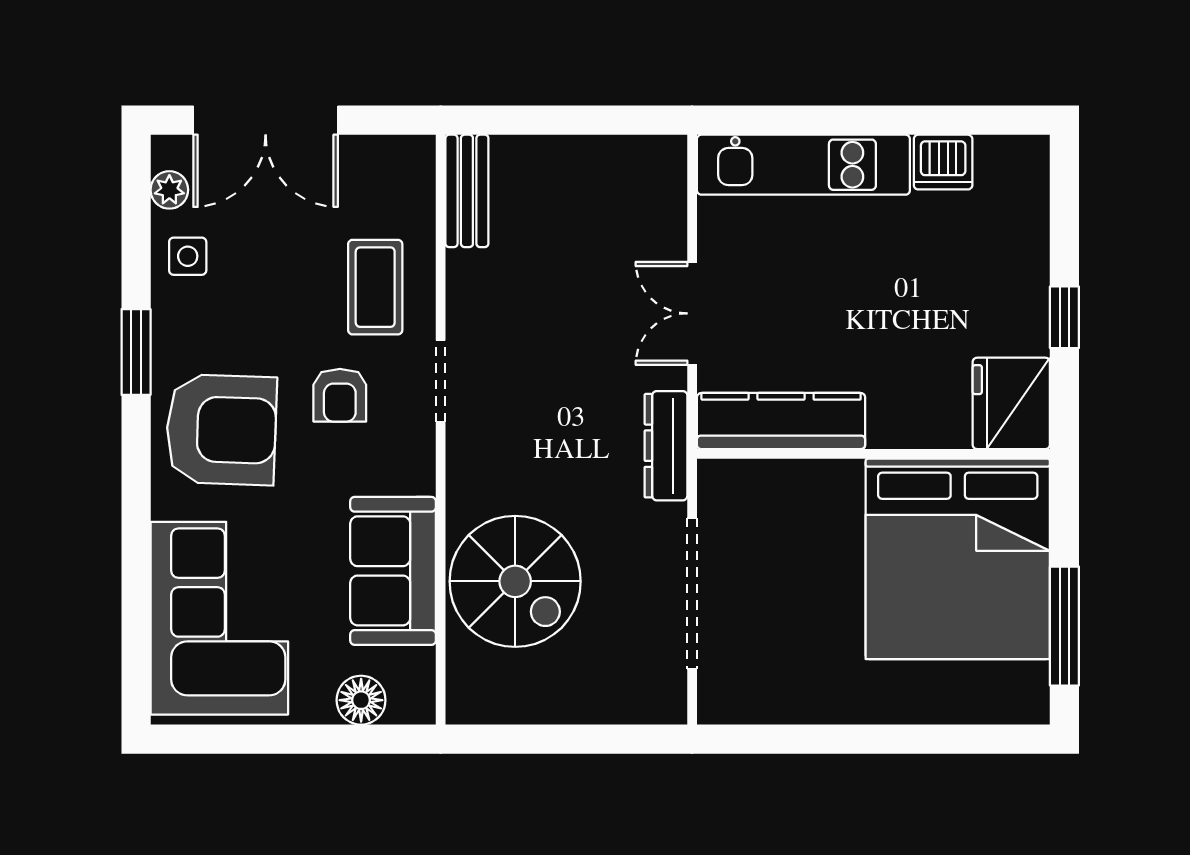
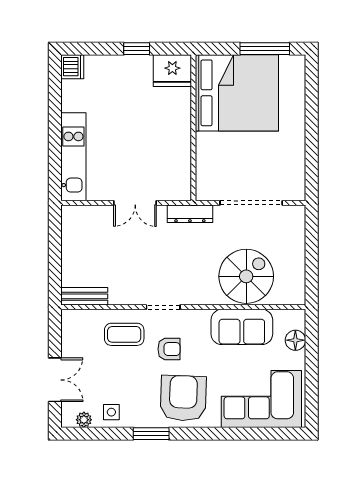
double door: (266, 120) -> (55, 380), width x0.73
dishwasher: (943, 162) -> (72, 67), moved
kitchen counter: (781, 421) -> (180, 166), removed

